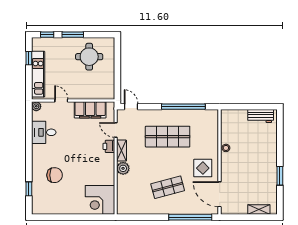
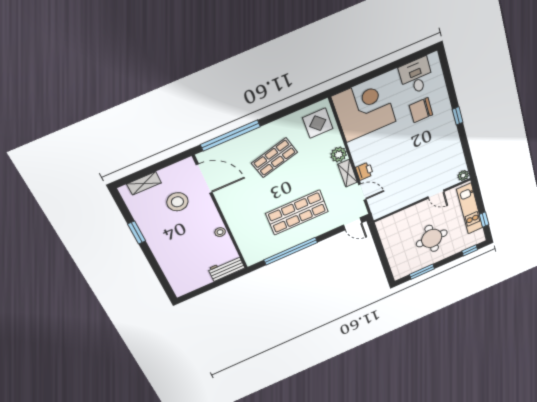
window: (73, 35) -> (422, 272), moved
round table: (89, 57) -> (432, 238), moved
filing cabinet: (90, 110) -> (400, 199), removed
workbench: (261, 116) -> (226, 268), moved
desk: (44, 132) -> (416, 76), moved, turned -90
display table: (203, 168) -> (318, 123), moved
stool: (244, 186) -> (177, 202), added
window: (29, 189) -> (458, 116), moved
corner desk: (100, 200) -> (364, 109), width x1.36, depth x1.36

